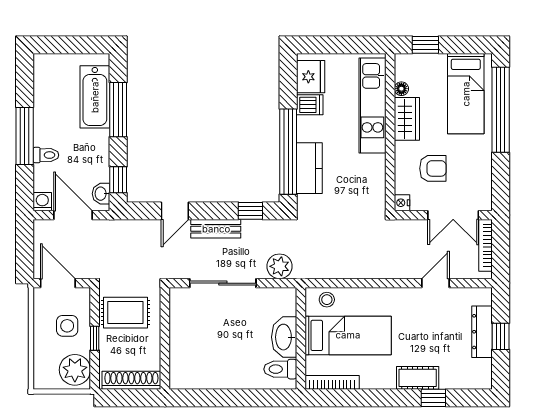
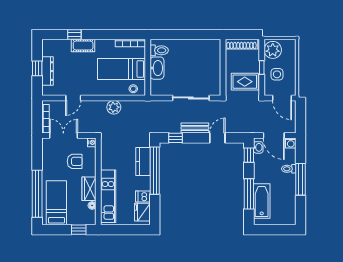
armchair: (433, 168) -> (75, 161), turned 180
plant: (280, 266) -> (114, 107), moved

